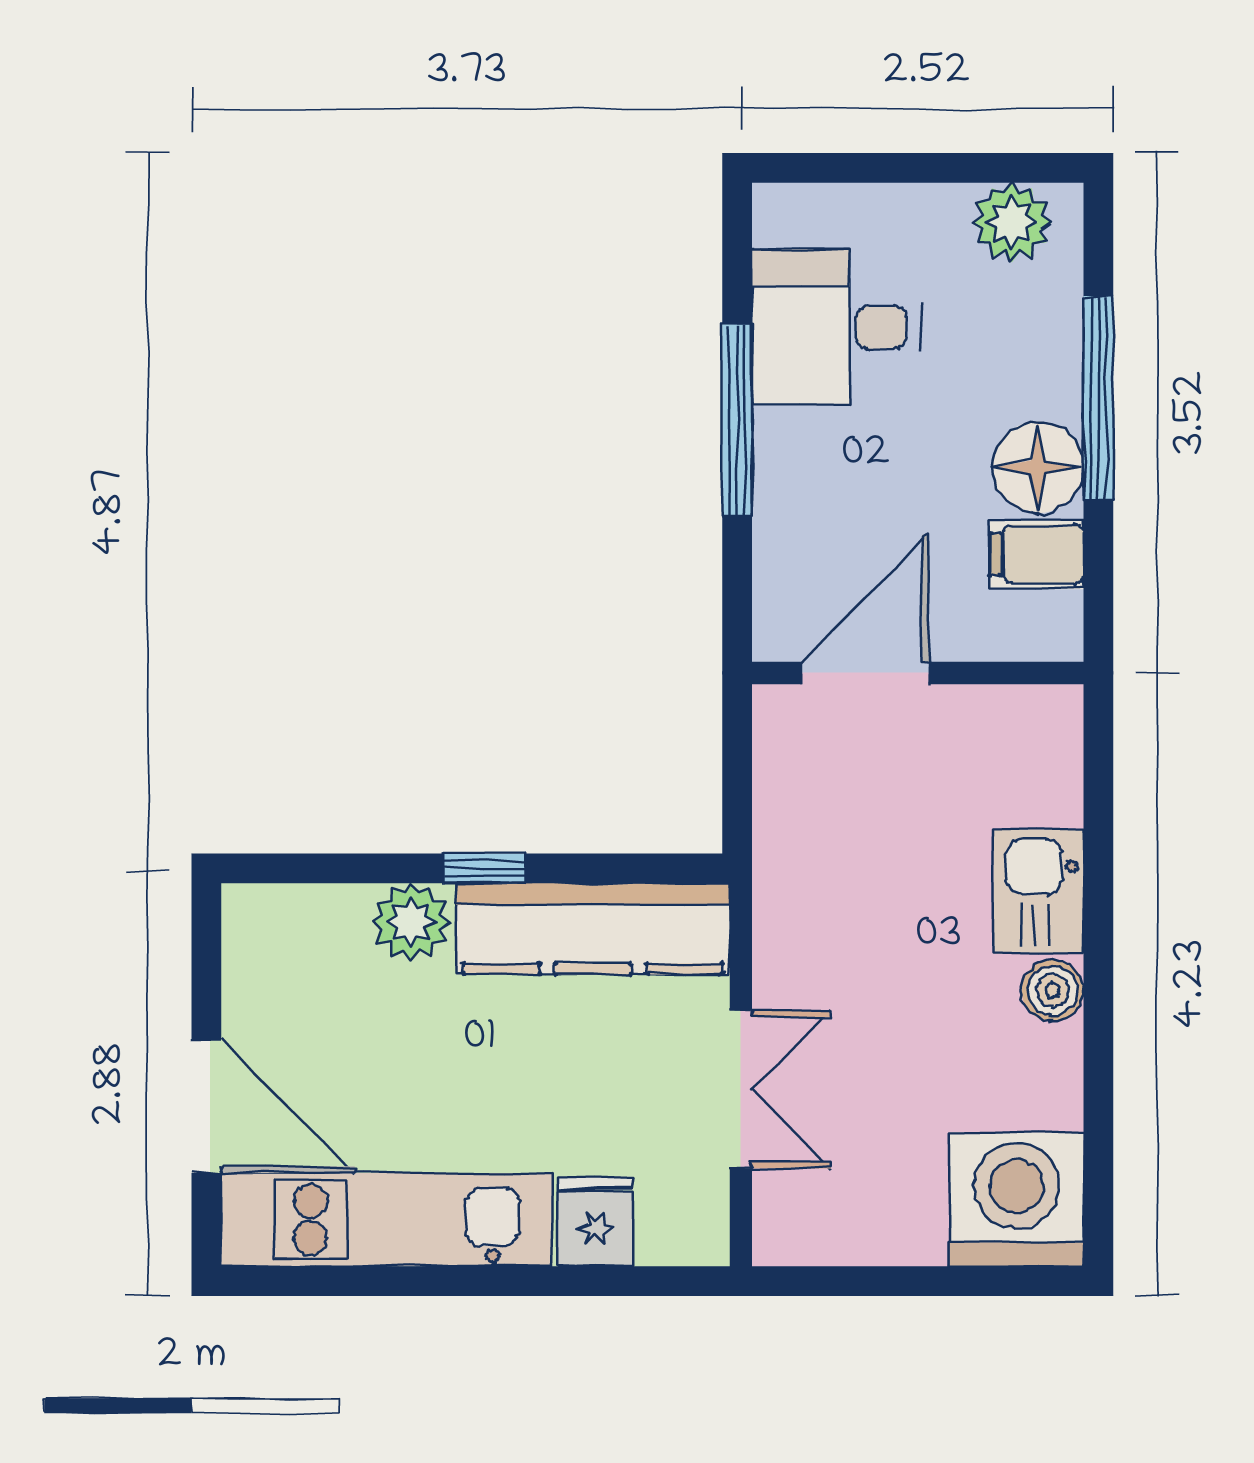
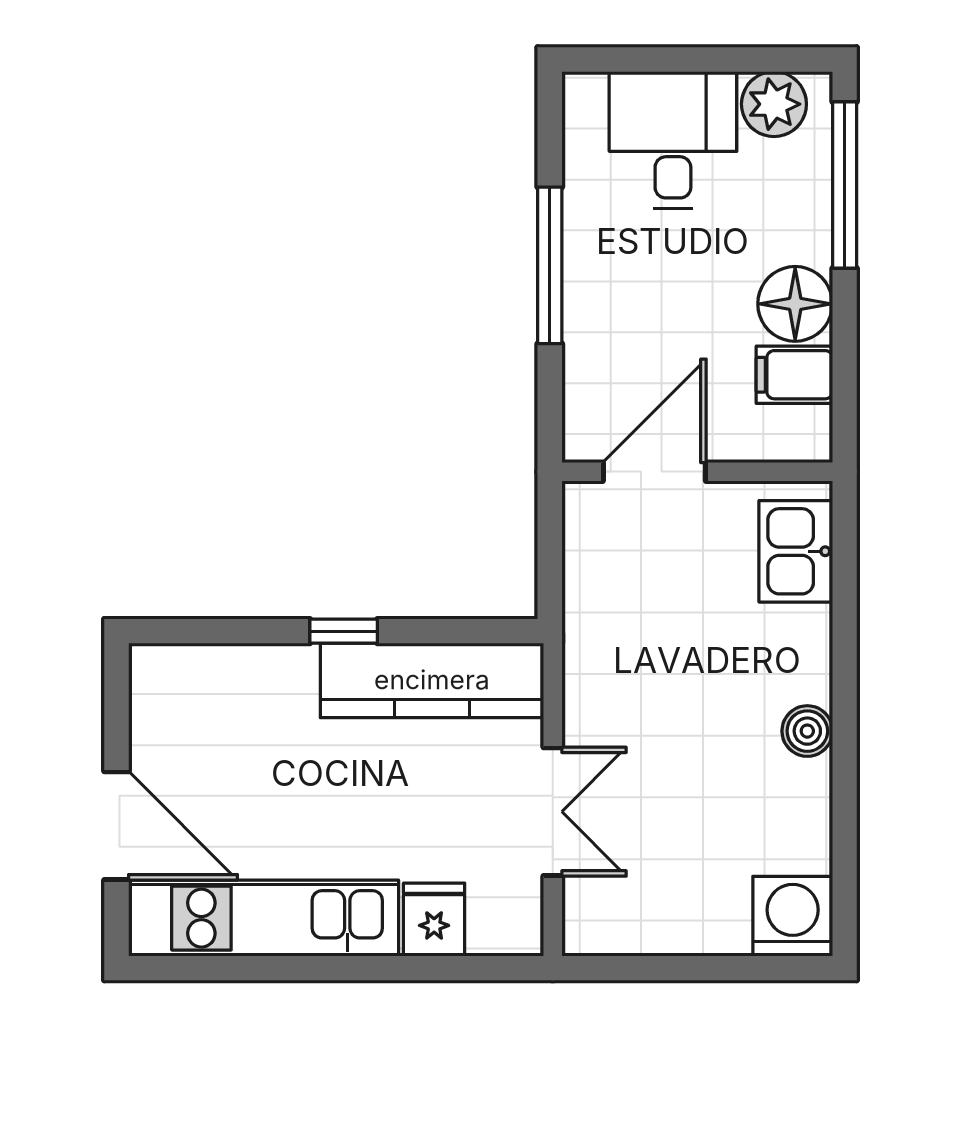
desk: (836, 327) -> (673, 140), moved, turned 90
window: (1098, 398) -> (845, 185), moved
kitchen sink: (1039, 892) -> (796, 551), moved
plant: (411, 922) -> (284, 675), removed
washing machine: (1017, 1199) -> (793, 916), width x0.73, depth x0.73

